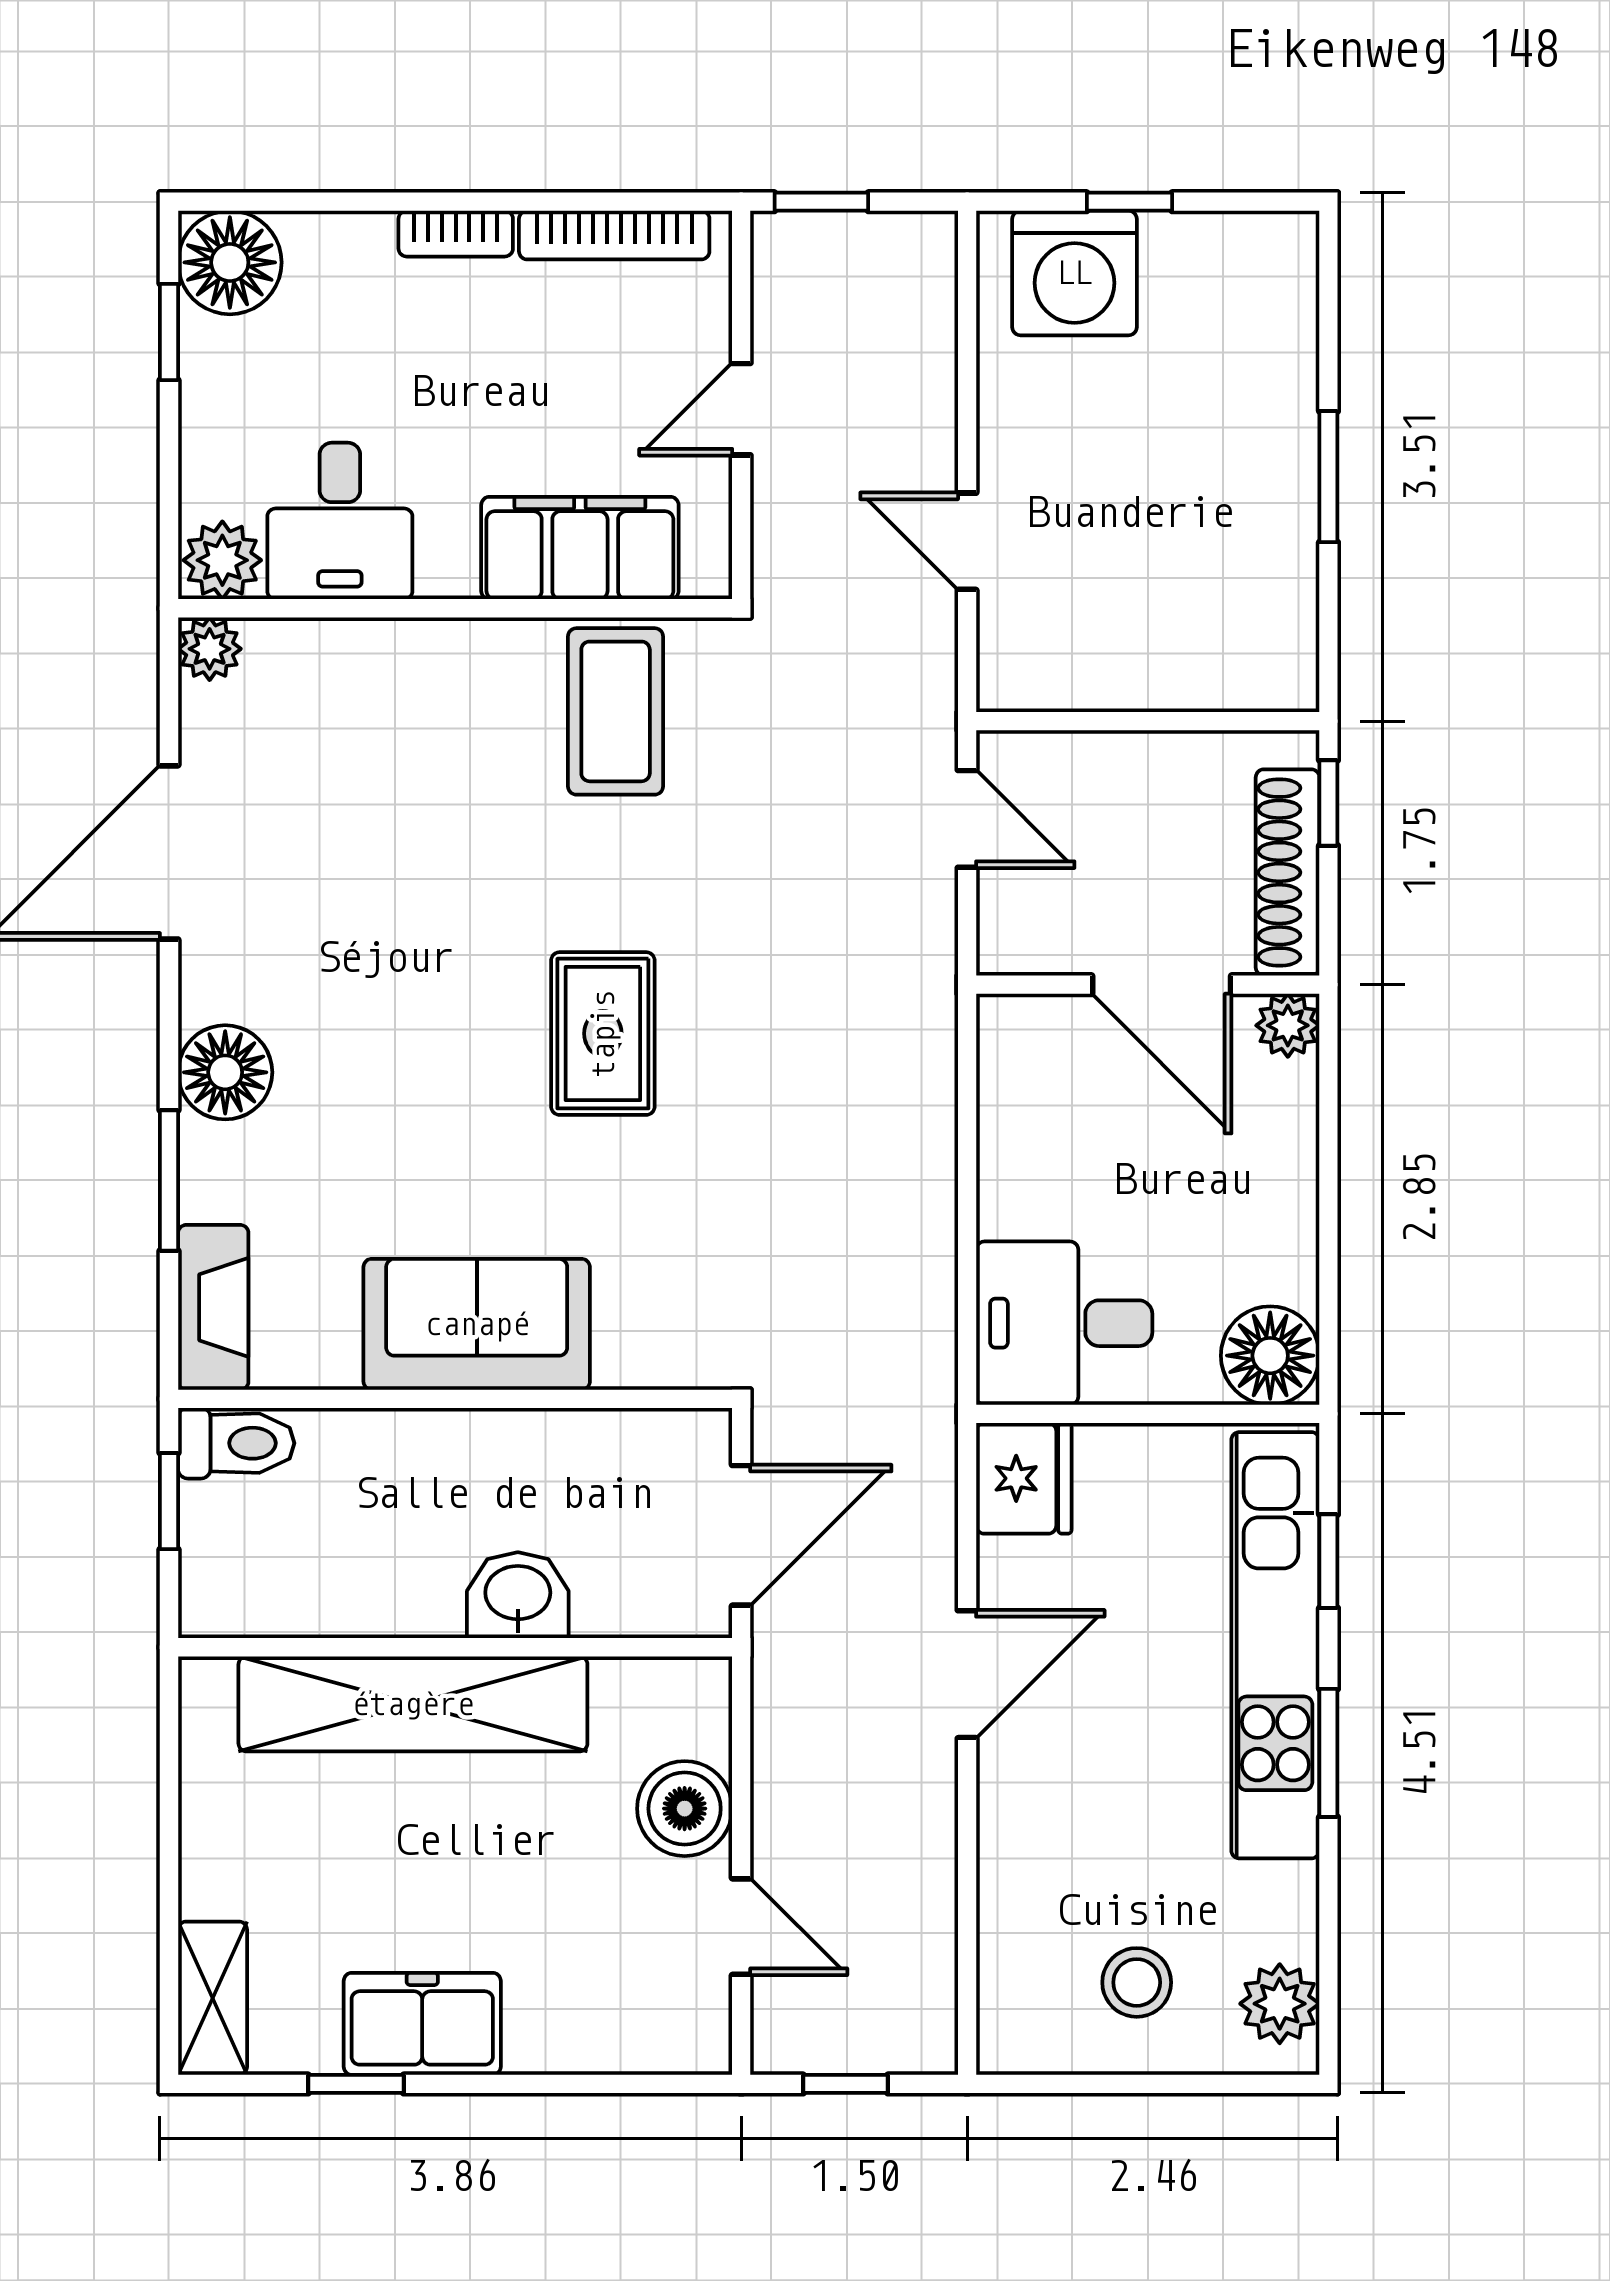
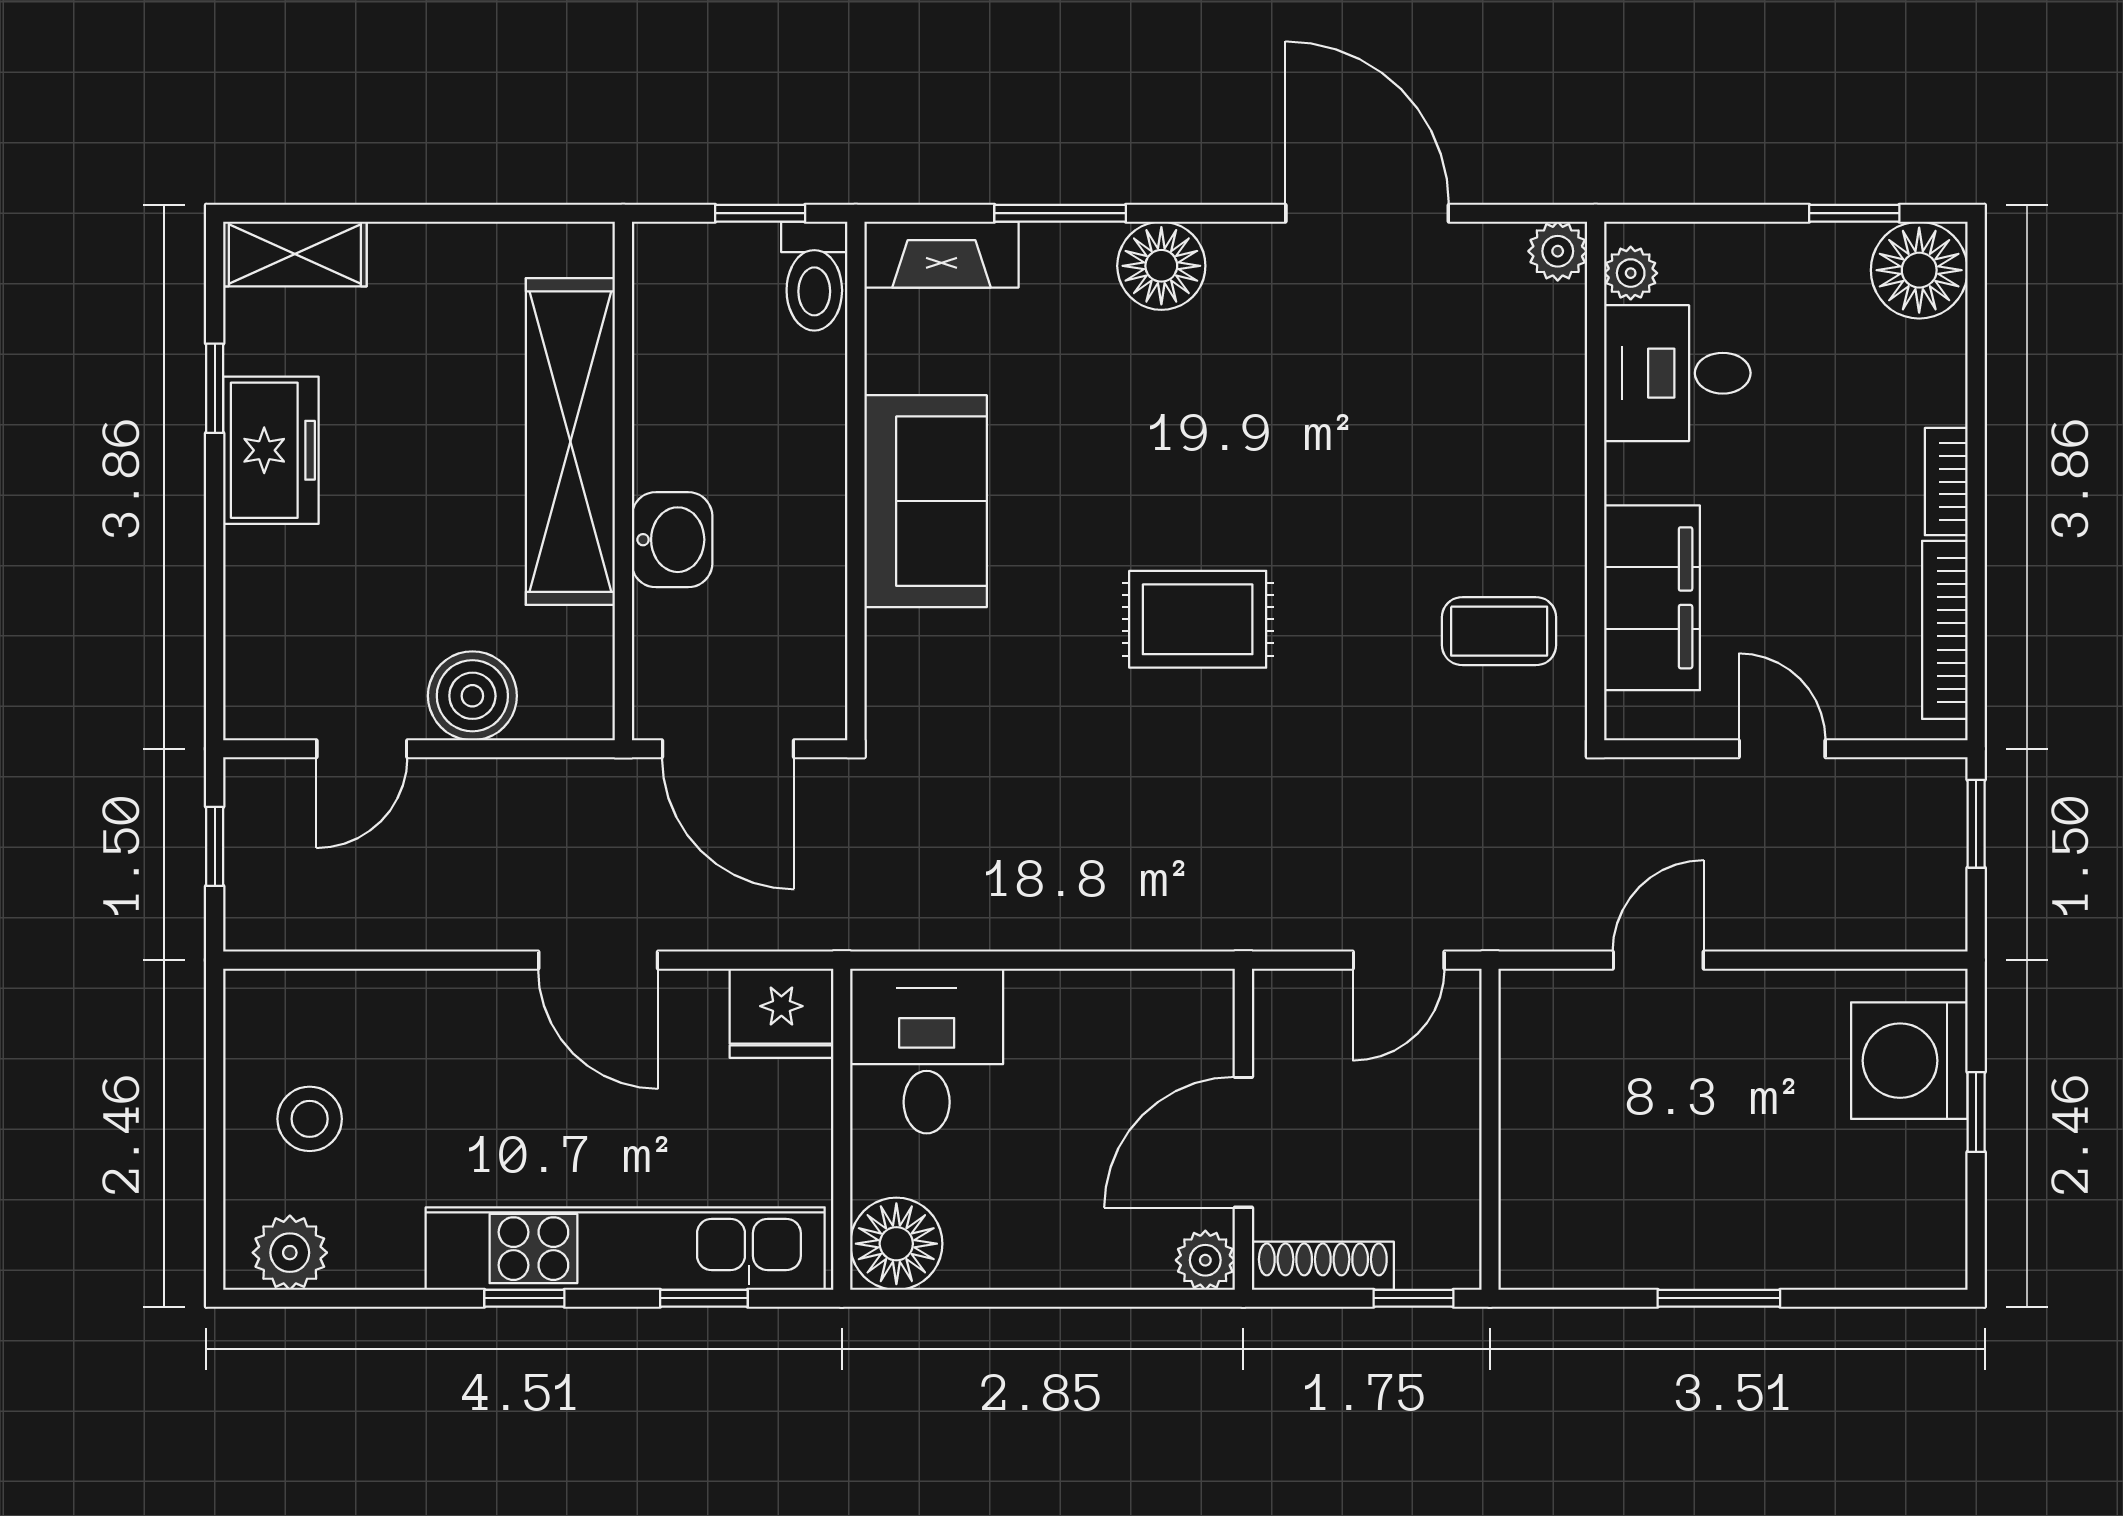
plant: (222, 560) -> (1631, 273), width x0.73, depth x0.73
coffee table: (616, 711) -> (1499, 631), width x0.73, depth x0.77
shoe rack: (1288, 872) -> (1323, 1266), width x0.74, depth x0.81
window: (1328, 1753) -> (524, 1298), width x0.67

